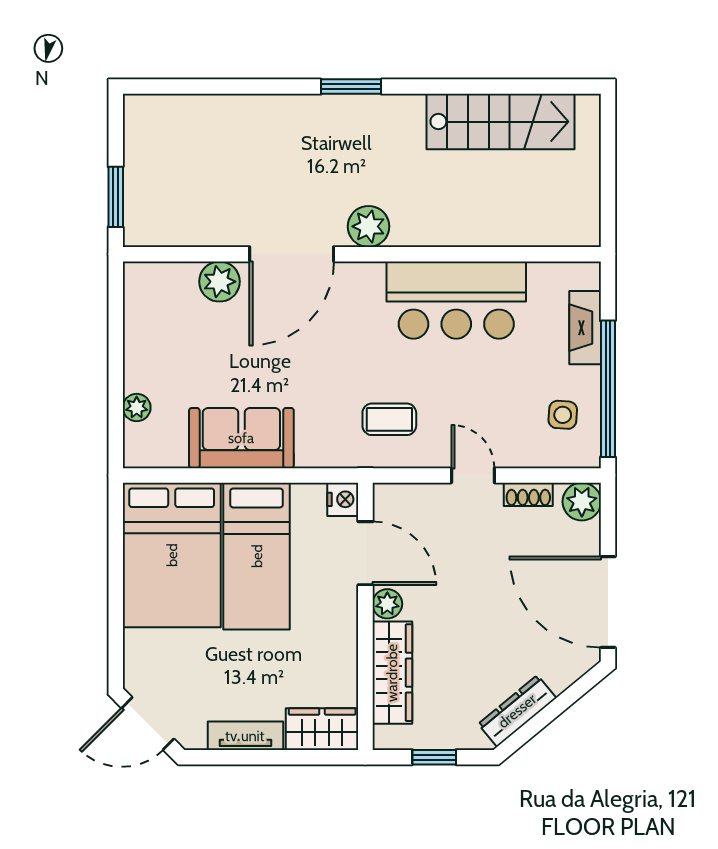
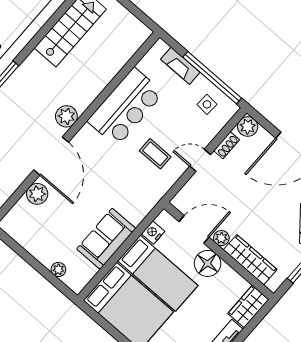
coffee table: (389, 419) -> (155, 154), moved, turned 90
nightstand: (343, 499) -> (153, 233), moved, turned -90
floor lamp: (333, 616) -> (208, 263), added

